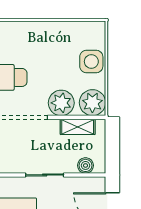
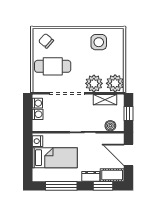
side table: (91, 61) -> (99, 42), moved
window: (112, 147) -> (128, 113), added

